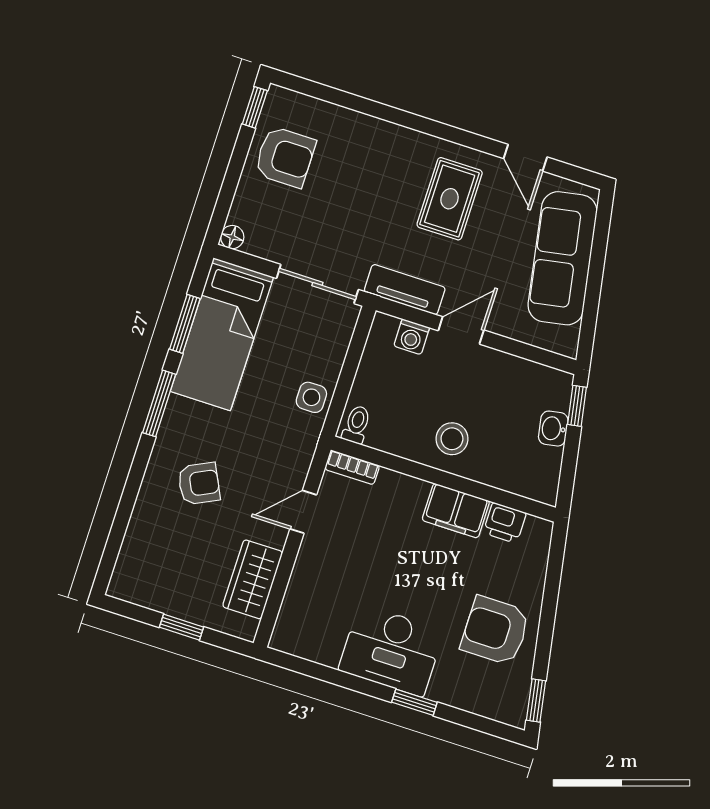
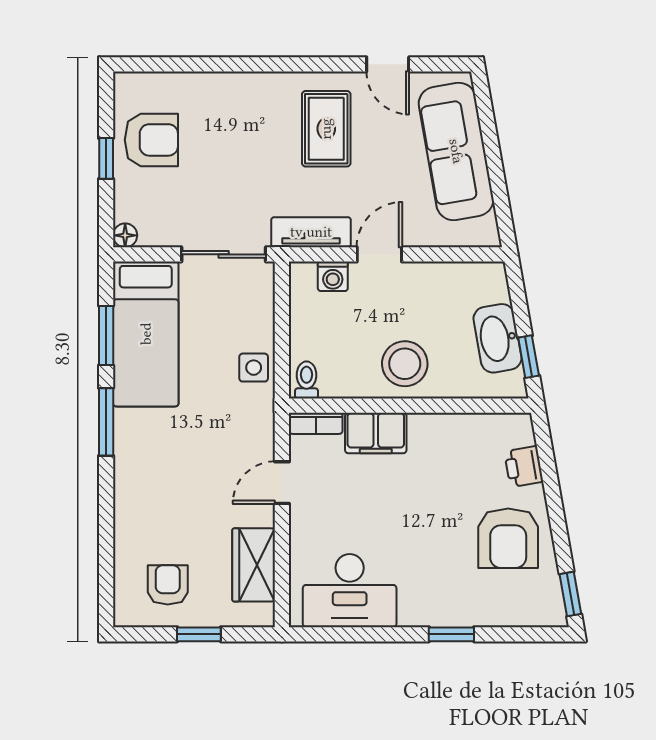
window: (255, 107) -> (106, 158), moved
window: (577, 406) -> (529, 357), moved
washbasin: (553, 429) -> (497, 338), width x1.91, depth x1.45
stool: (452, 439) -> (405, 364), width x1.38, depth x1.38
armchair: (199, 484) -> (168, 585), moved, turned -64
filing cabinet: (456, 511) -> (376, 433), moved
printer: (505, 523) -> (524, 467), moved, turned 80
armchair: (495, 631) -> (508, 538), turned -90
desk: (391, 650) -> (350, 591), moved

